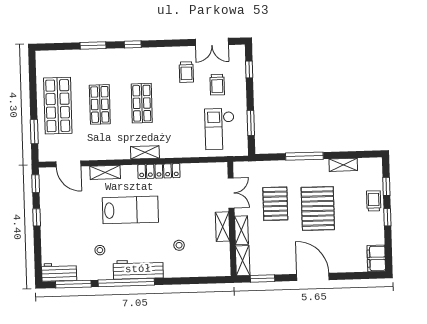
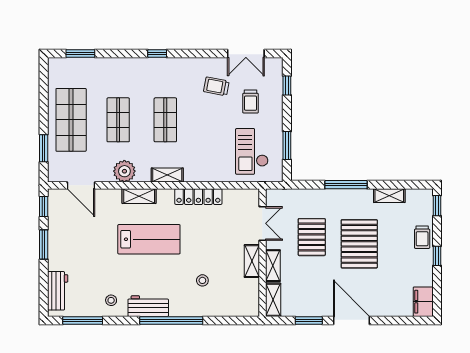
window: (93, 46) -> (80, 54), moved
trolley: (186, 72) -> (216, 86), turned 101
plant: (107, 150) -> (124, 171), added
locker: (159, 171) -> (198, 197), moved
shelving: (105, 172) -> (139, 196), moved
window: (386, 186) -> (437, 206), moved
trolley: (374, 201) -> (422, 237), turned 180
window: (37, 217) -> (44, 244), width x1.50
stool: (100, 250) -> (111, 300), moved
workbench: (138, 269) -> (148, 306), width x0.73
workbench: (59, 272) -> (58, 291), moved, turned 90
window: (262, 278) -> (309, 320), moved
window: (126, 283) -> (171, 320), moved

